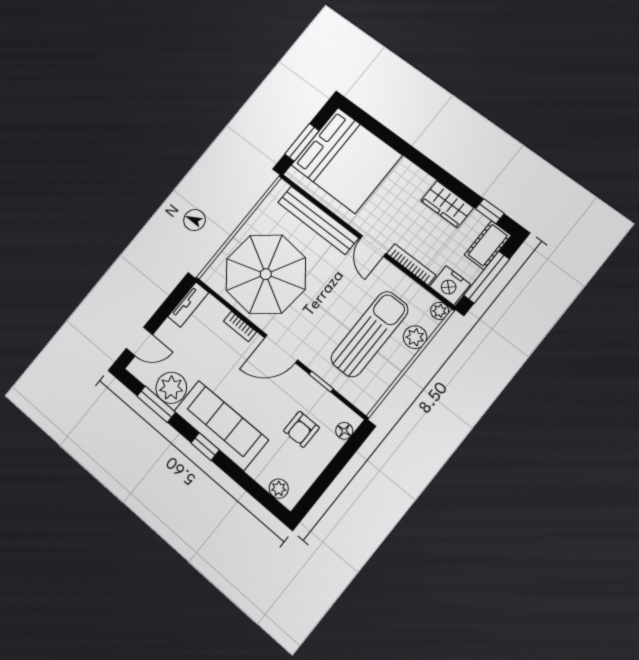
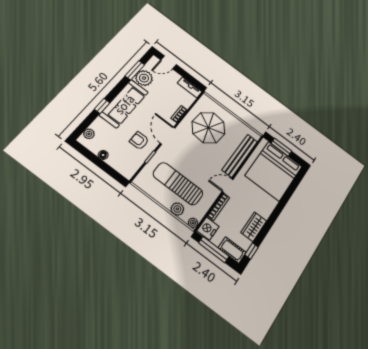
parasol: (266, 274) -> (208, 128), width x0.73, depth x0.73
sun lounger: (370, 334) -> (178, 184), turned 180
door: (139, 342) -> (169, 62), hinge flipped
armchair: (301, 429) -> (139, 141), moved
floor lamp: (344, 431) -> (103, 155), moved
window: (205, 447) -> (102, 106), moved

